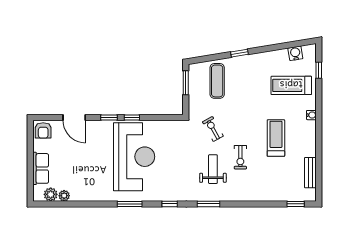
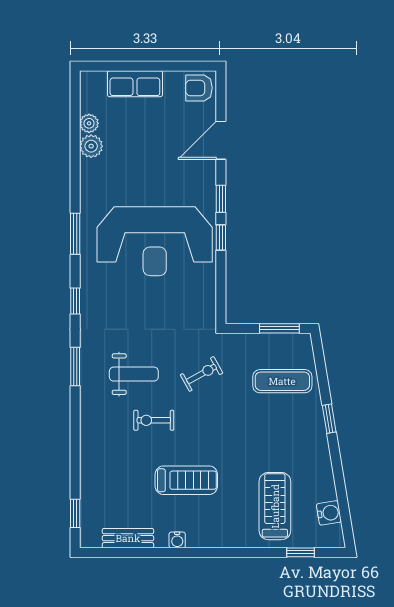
water cooler: (311, 115) -> (177, 540), moved
plant: (51, 194) -> (91, 146), moved

